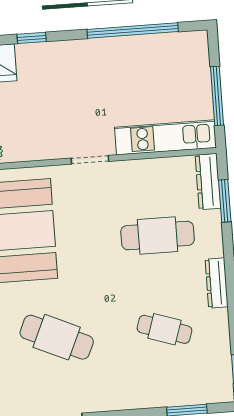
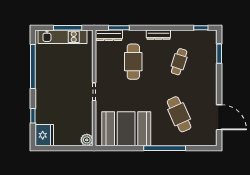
kitchen unit: (165, 137) -> (63, 37), moved, turned -90
cafe table: (57, 337) -> (179, 114), turned -48

